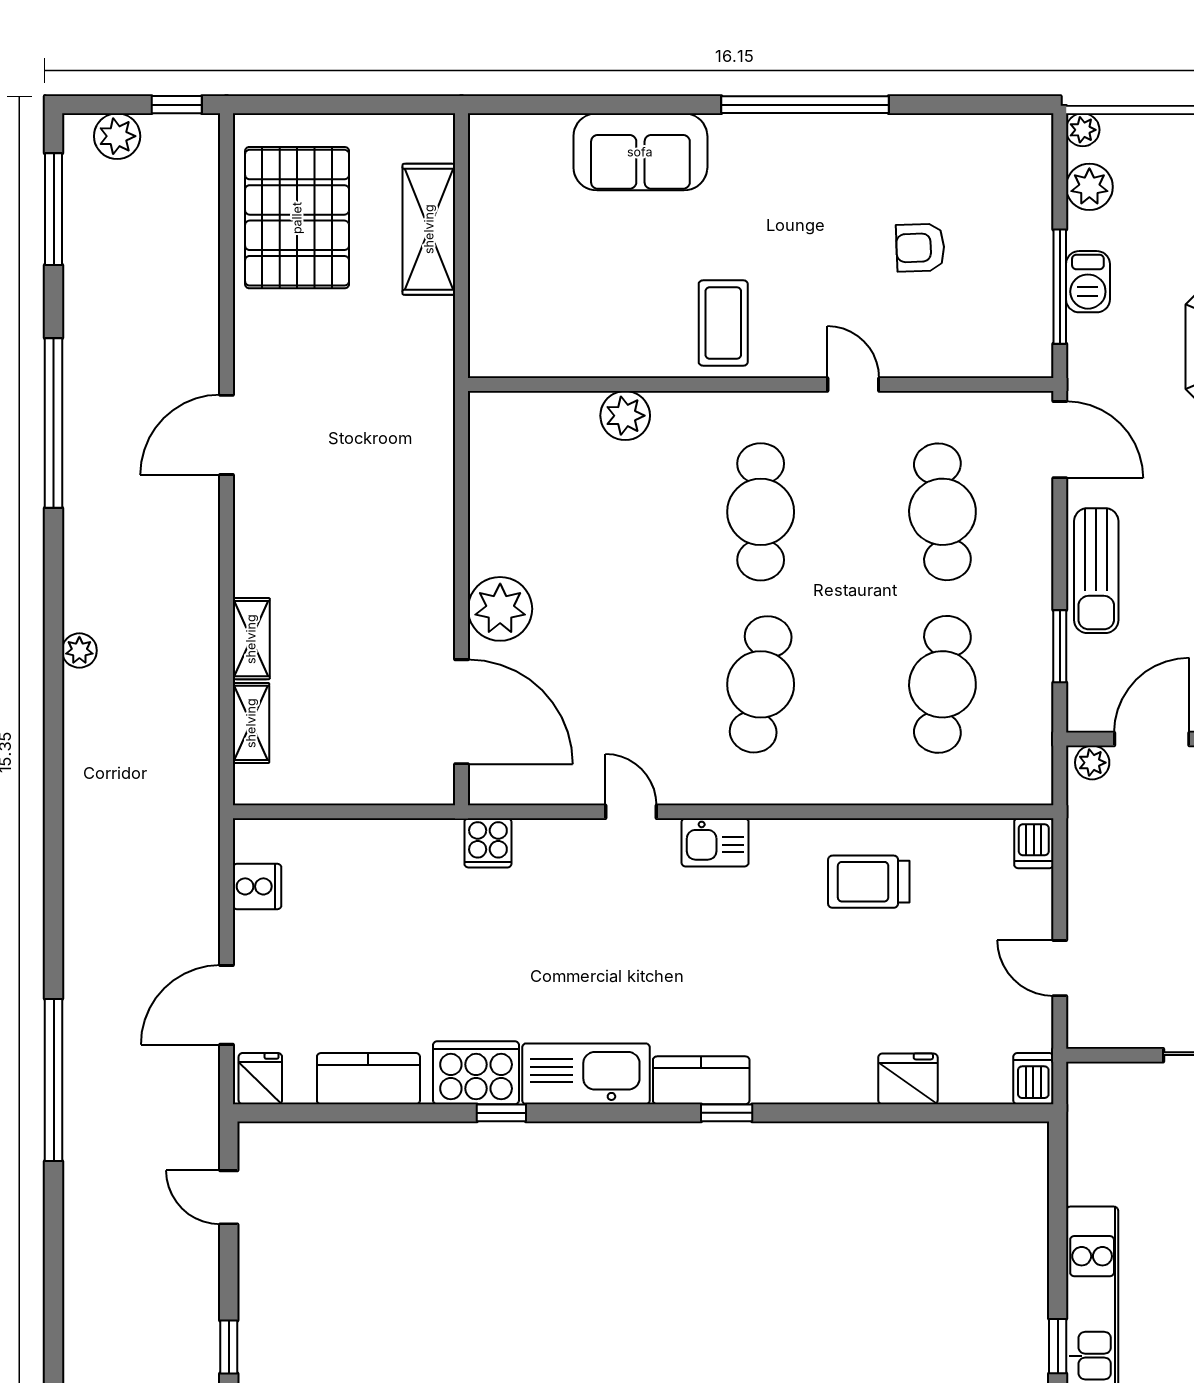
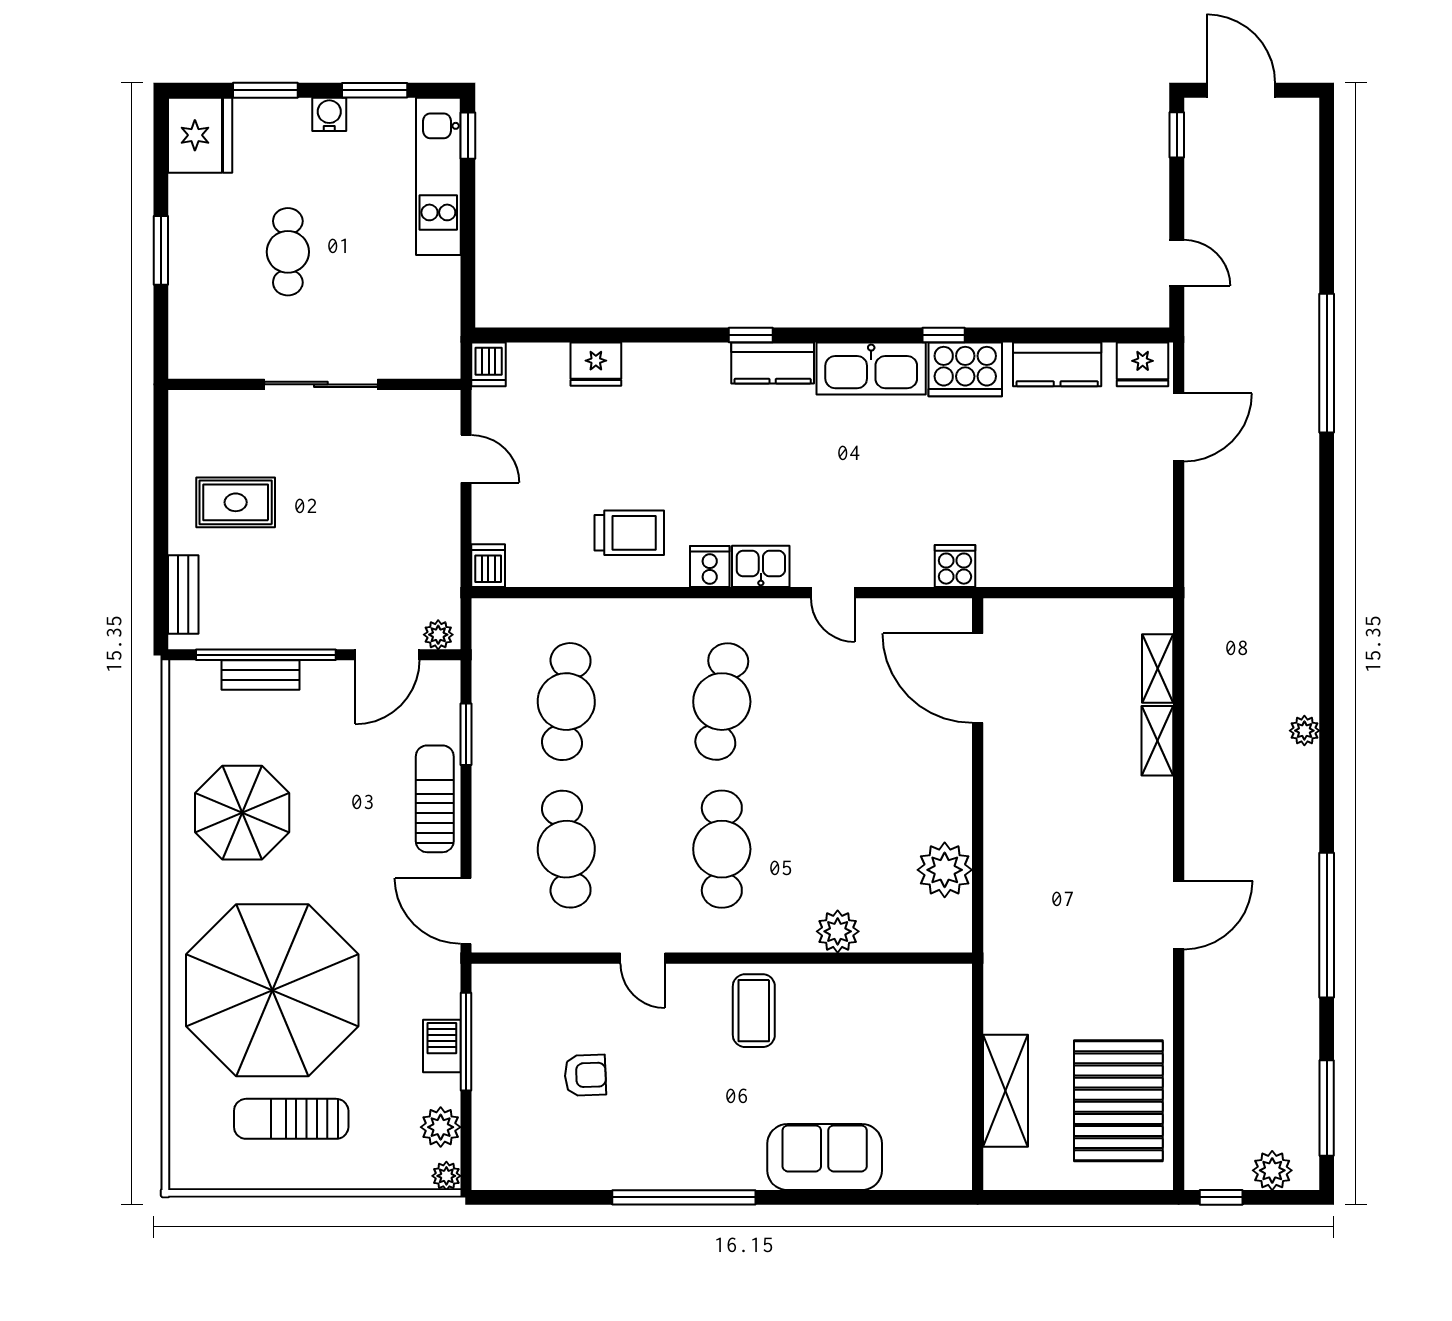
plant: (500, 609) -> (945, 870), moved
cooker: (257, 886) -> (710, 567), moved, turned 90
fridge: (260, 1079) -> (1143, 364), width x1.38

